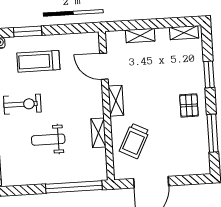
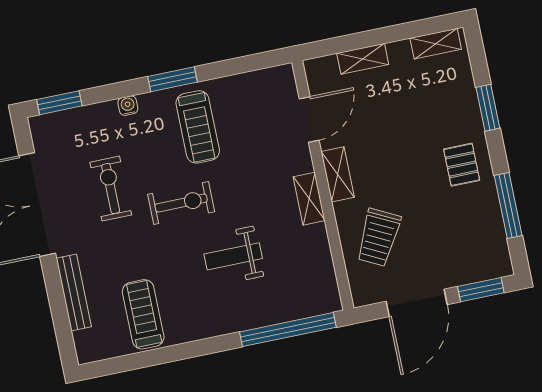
treadmill: (38, 61) -> (198, 127), turned -90
door: (104, 66) -> (309, 119), swing flipped
shelving: (98, 133) -> (309, 199), moved
window: (190, 180) -> (481, 290), added

